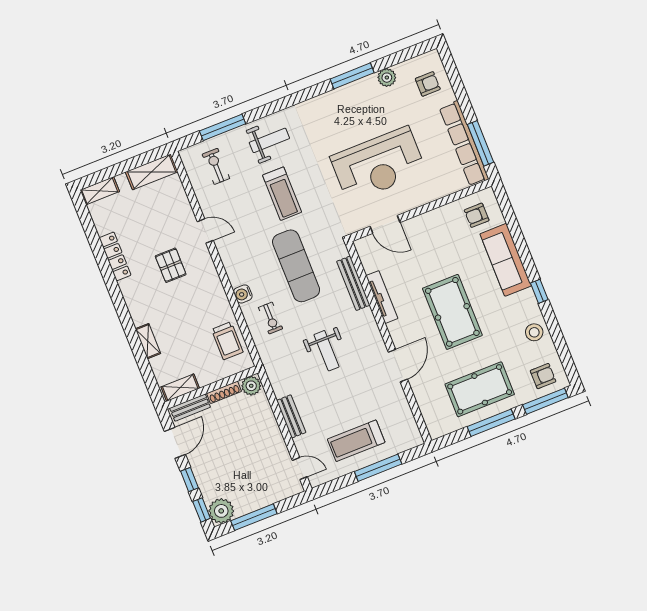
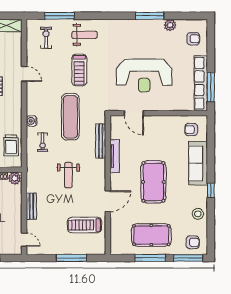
treadmill: (356, 441) -> (85, 225), moved

